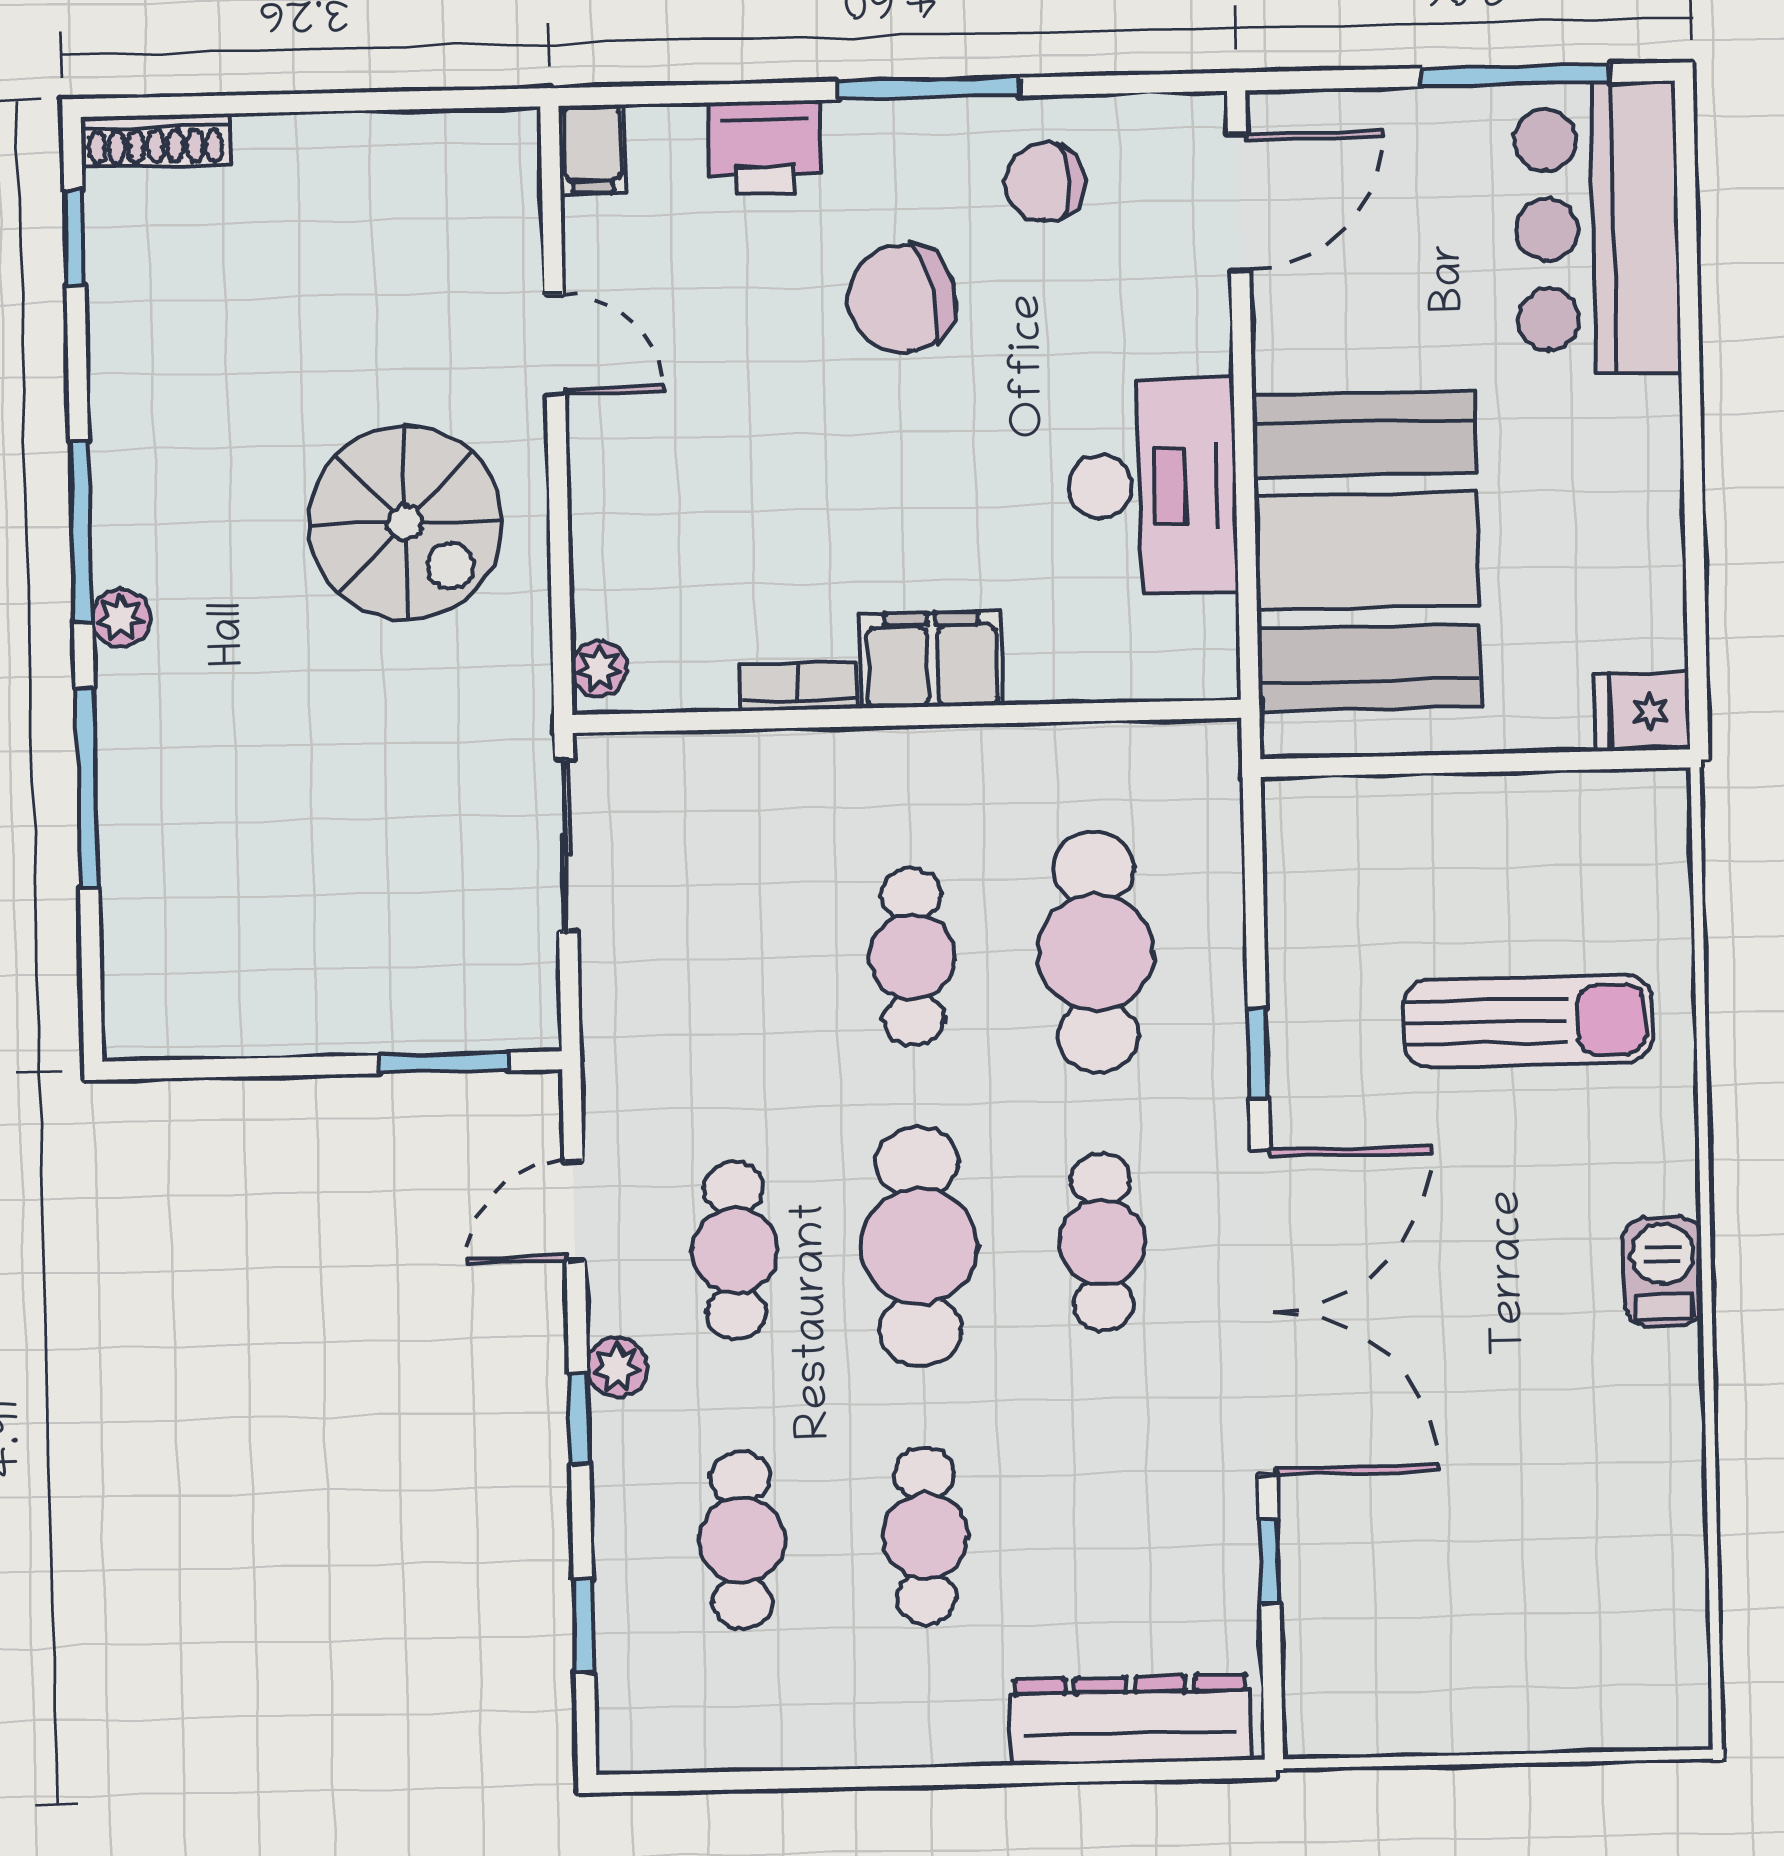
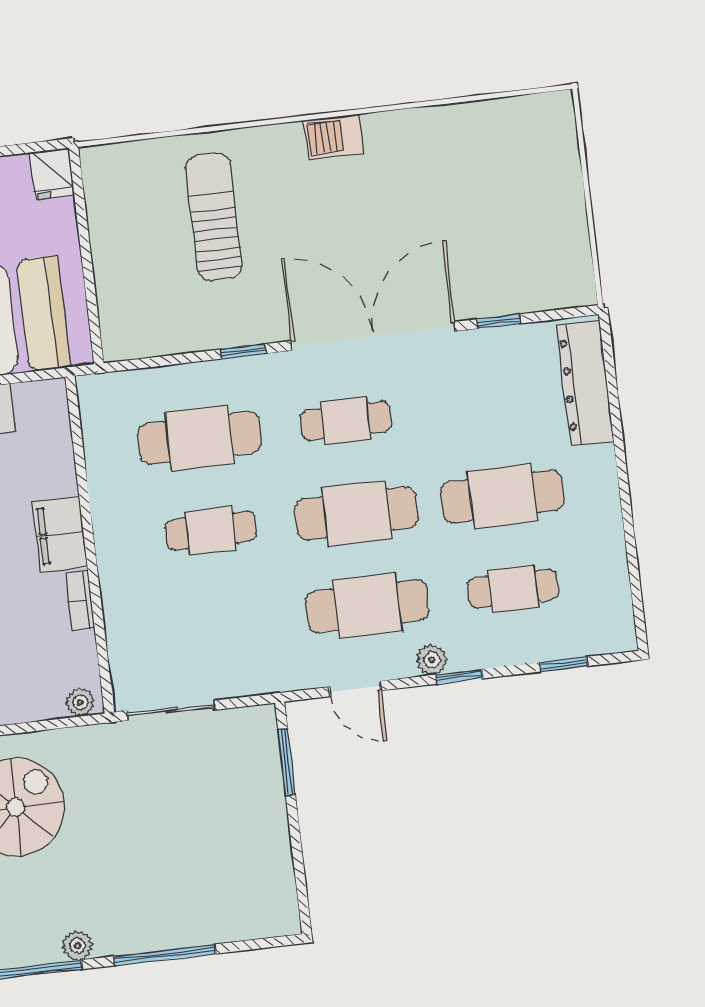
cafe table: (735, 1251) -> (367, 606), width x1.37, depth x1.35
cafe table: (925, 1536) -> (502, 496), width x1.37, depth x1.35

